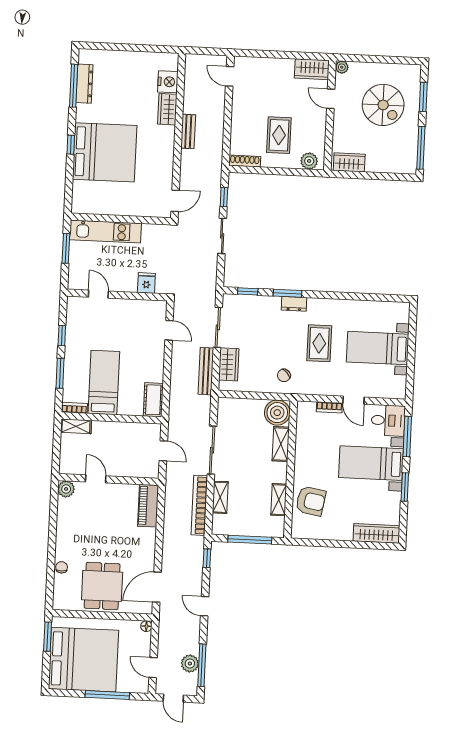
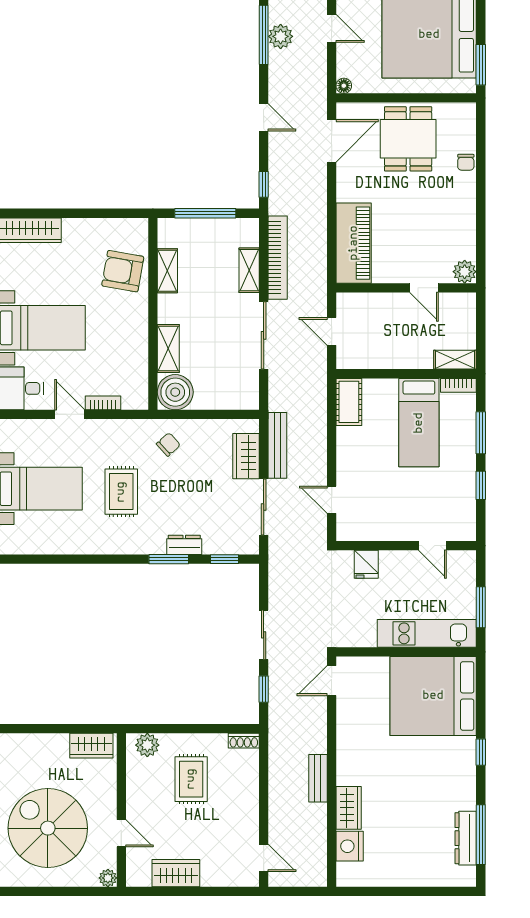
wardrobe: (312, 69) -> (176, 873), moved
spiral stairs: (383, 105) -> (48, 828), width x1.37, depth x1.37
bed: (105, 152) -> (433, 696), moved
shoe rack: (245, 161) -> (244, 741), width x0.70
dresser: (294, 304) -> (184, 545), moved
piano: (148, 506) -> (354, 243), width x1.37, depth x1.33

